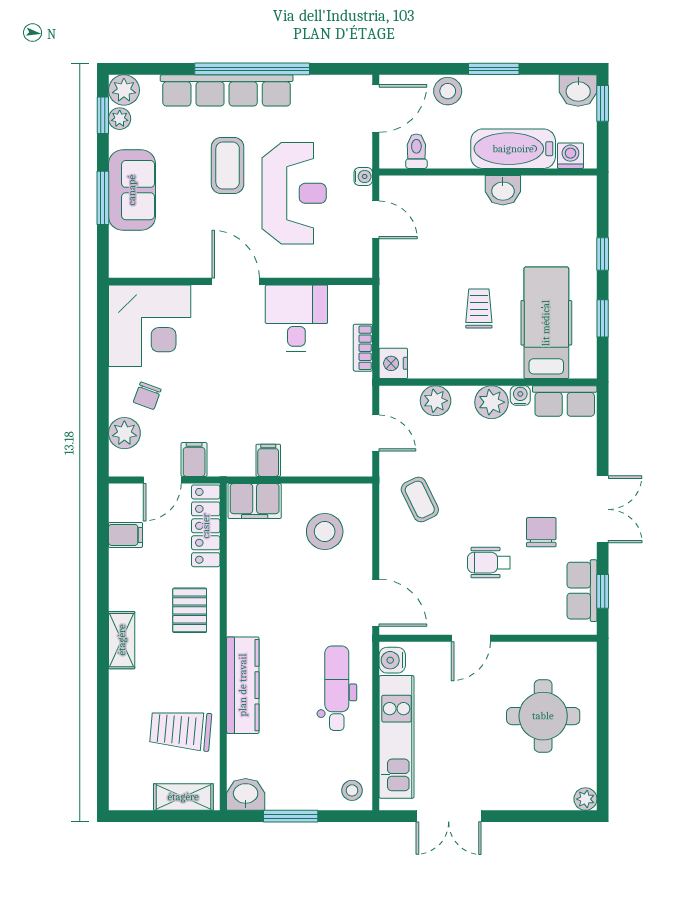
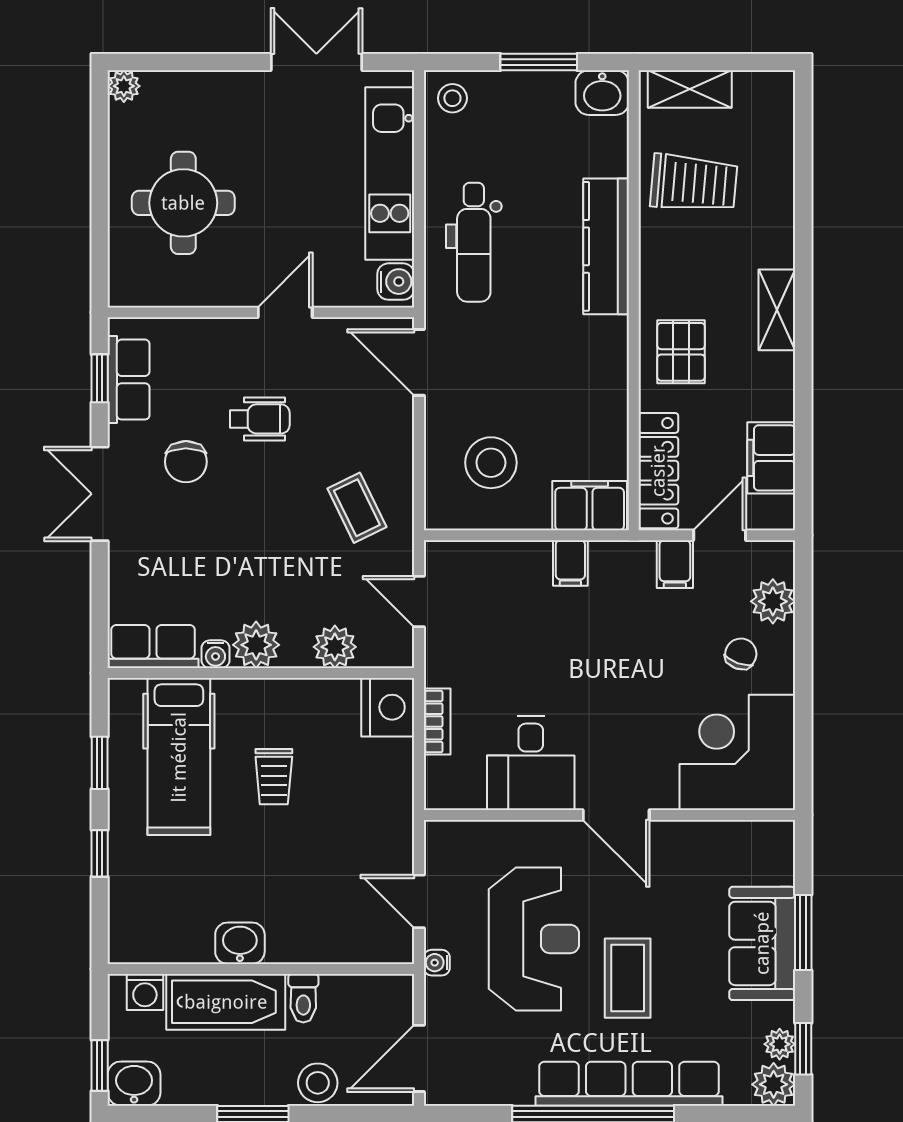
toilet: (416, 151) -> (303, 998), moved
reception desk: (294, 193) -> (534, 939), turned 180
nightstand: (393, 363) -> (388, 707), width x1.36, depth x1.33
filing cabinet: (126, 535) -> (771, 458), width x2.00

